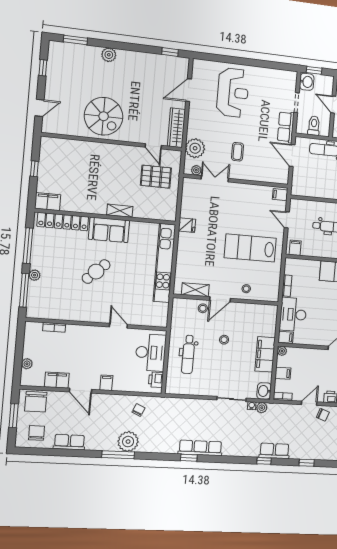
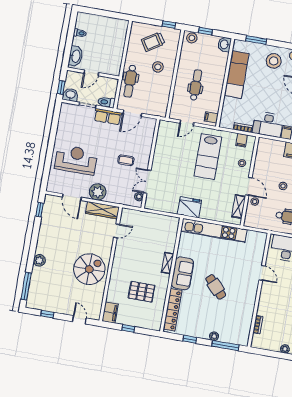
window: (75, 40) -> (26, 286), width x1.44
toilet: (314, 126) -> (106, 102), moved
plant: (195, 148) -> (98, 192), moved
pallet: (156, 177) -> (142, 292), moved, turned 90
filing cabinet: (280, 195) -> (242, 140), moved
filing cabinet: (48, 202) -> (110, 312), moved, turned 180
fridge: (187, 225) -> (189, 207), width x1.88, depth x1.34
window: (28, 246) -> (190, 339), width x0.46
door: (118, 326) -> (262, 273), swing flipped

